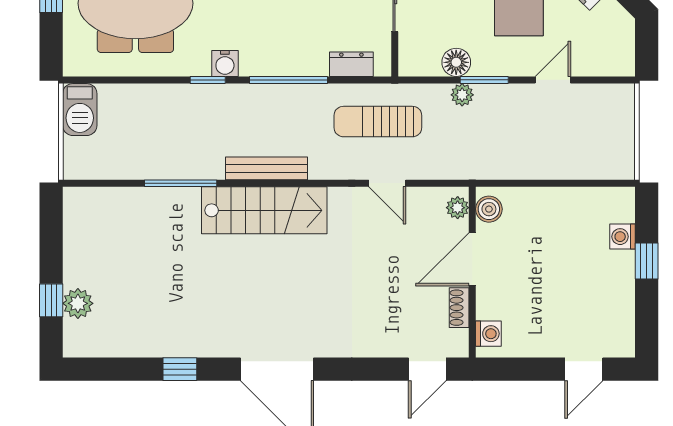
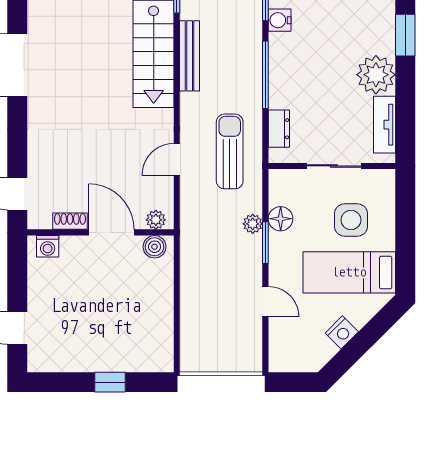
washing machine: (623, 237) -> (131, 361), removed

